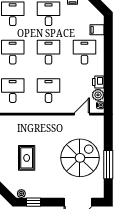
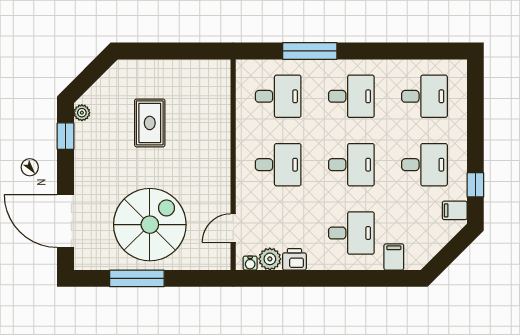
door: (82, 114) -> (233, 228), swing flipped
rug: (27, 158) -> (150, 123), turned 90
spiral stairs: (80, 158) -> (150, 225), turned -90

